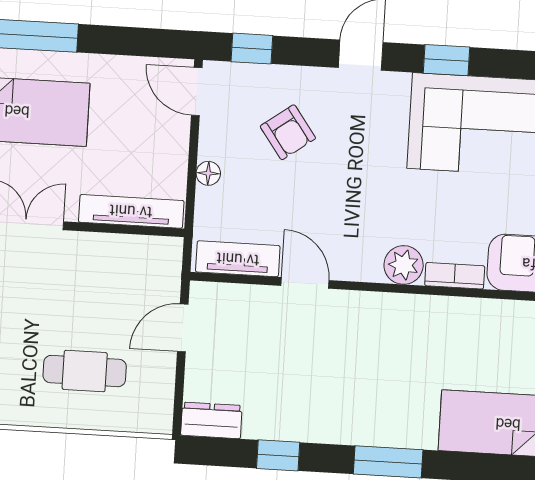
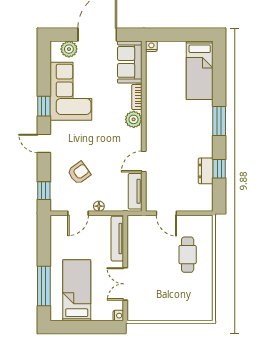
door: (197, 91) -> (78, 213), moved
dresser: (211, 420) -> (206, 171), moved

